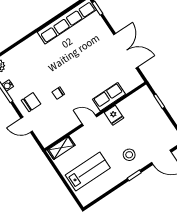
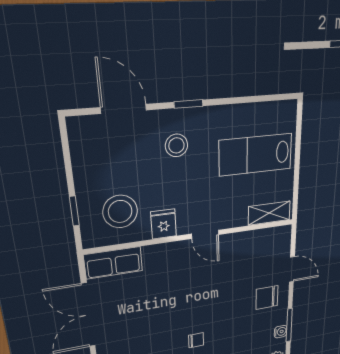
chair: (58, 93) -> (196, 340), moved
row of seats: (109, 97) -> (113, 263), moved
stool: (138, 111) -> (120, 212), added

